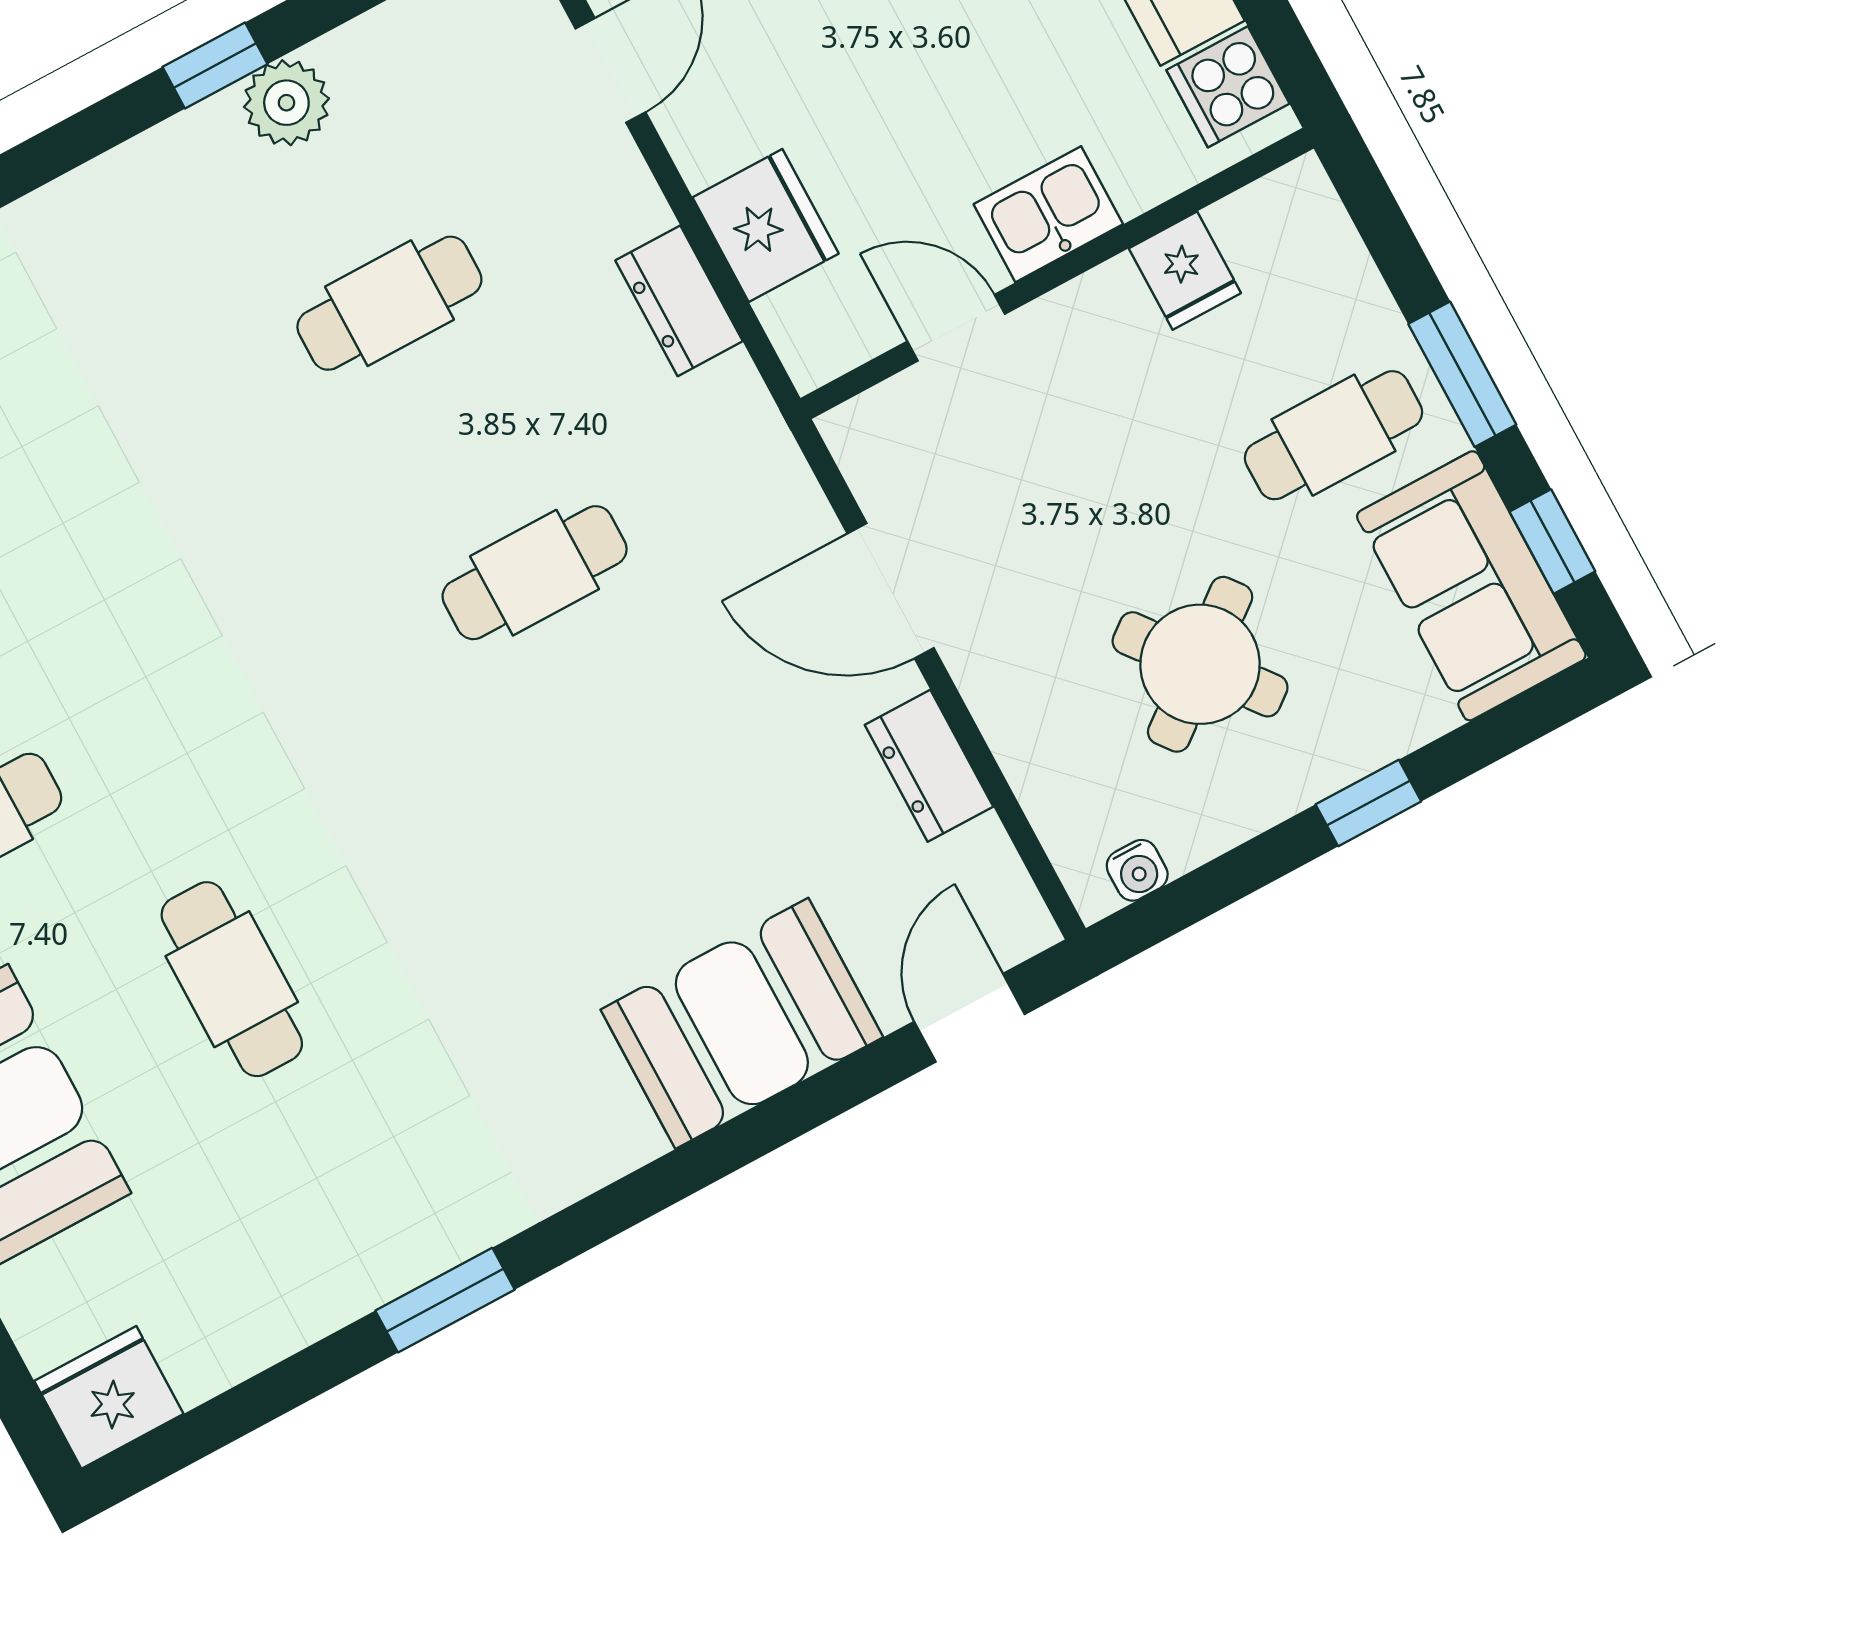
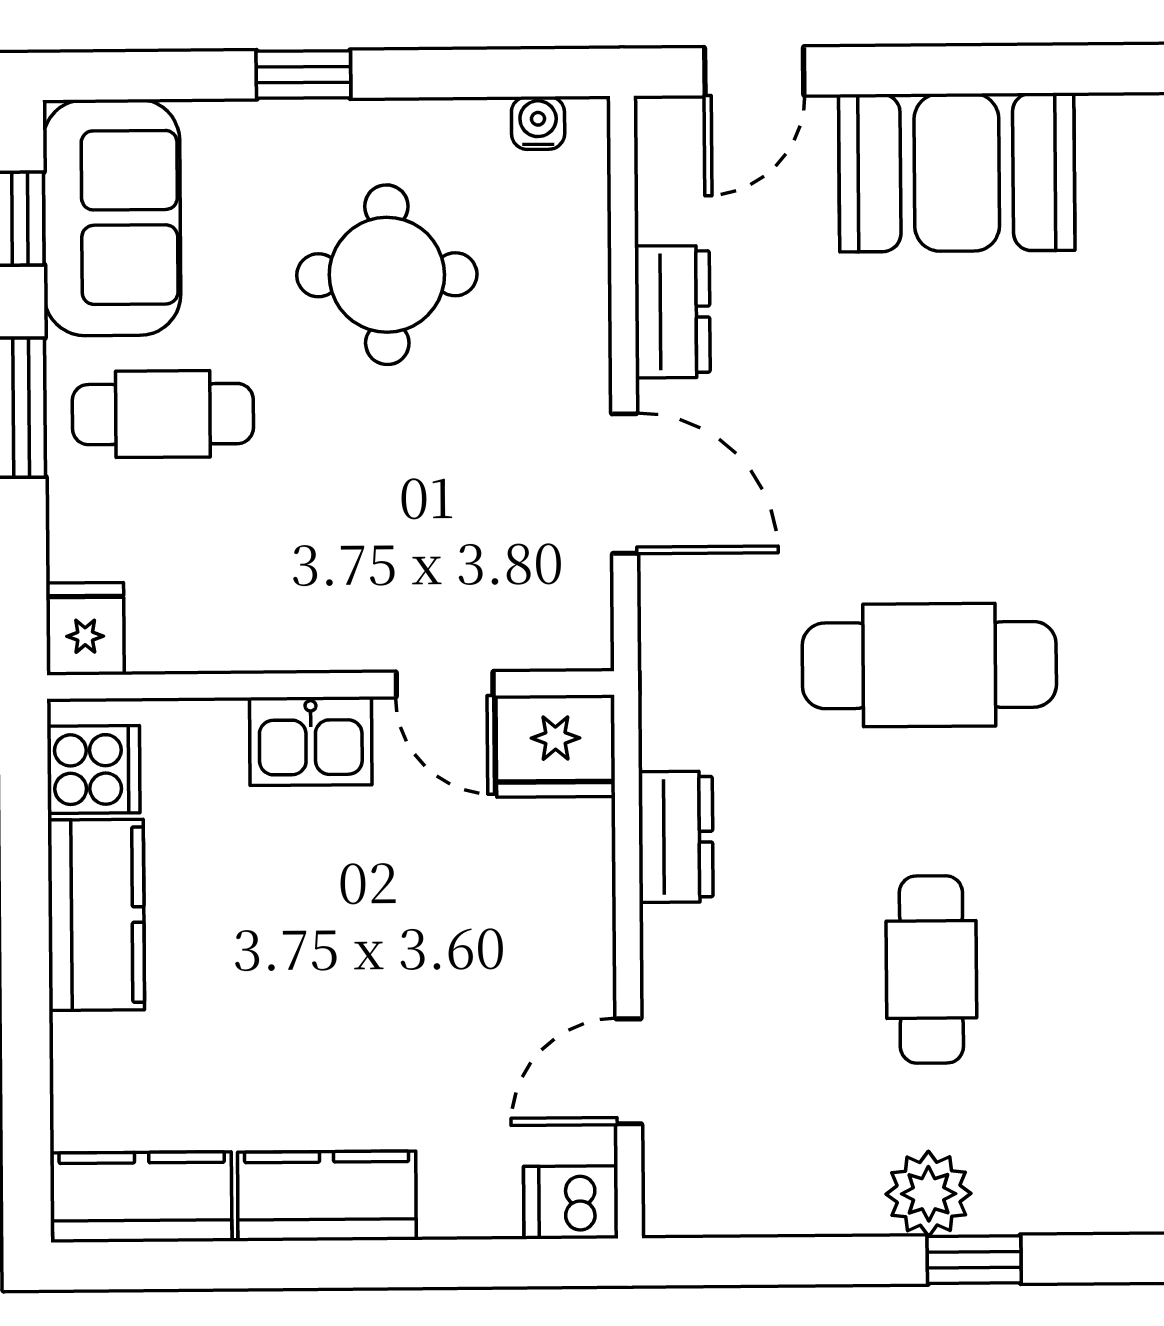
fridge: (766, 225) -> (556, 746), moved, turned -90
fridge: (1185, 271) -> (85, 629), moved
cafe table: (389, 303) -> (931, 969), turned 90
cafe table: (535, 573) -> (929, 665), width x1.37, depth x1.35
round table: (1200, 664) -> (387, 275), turned 38

